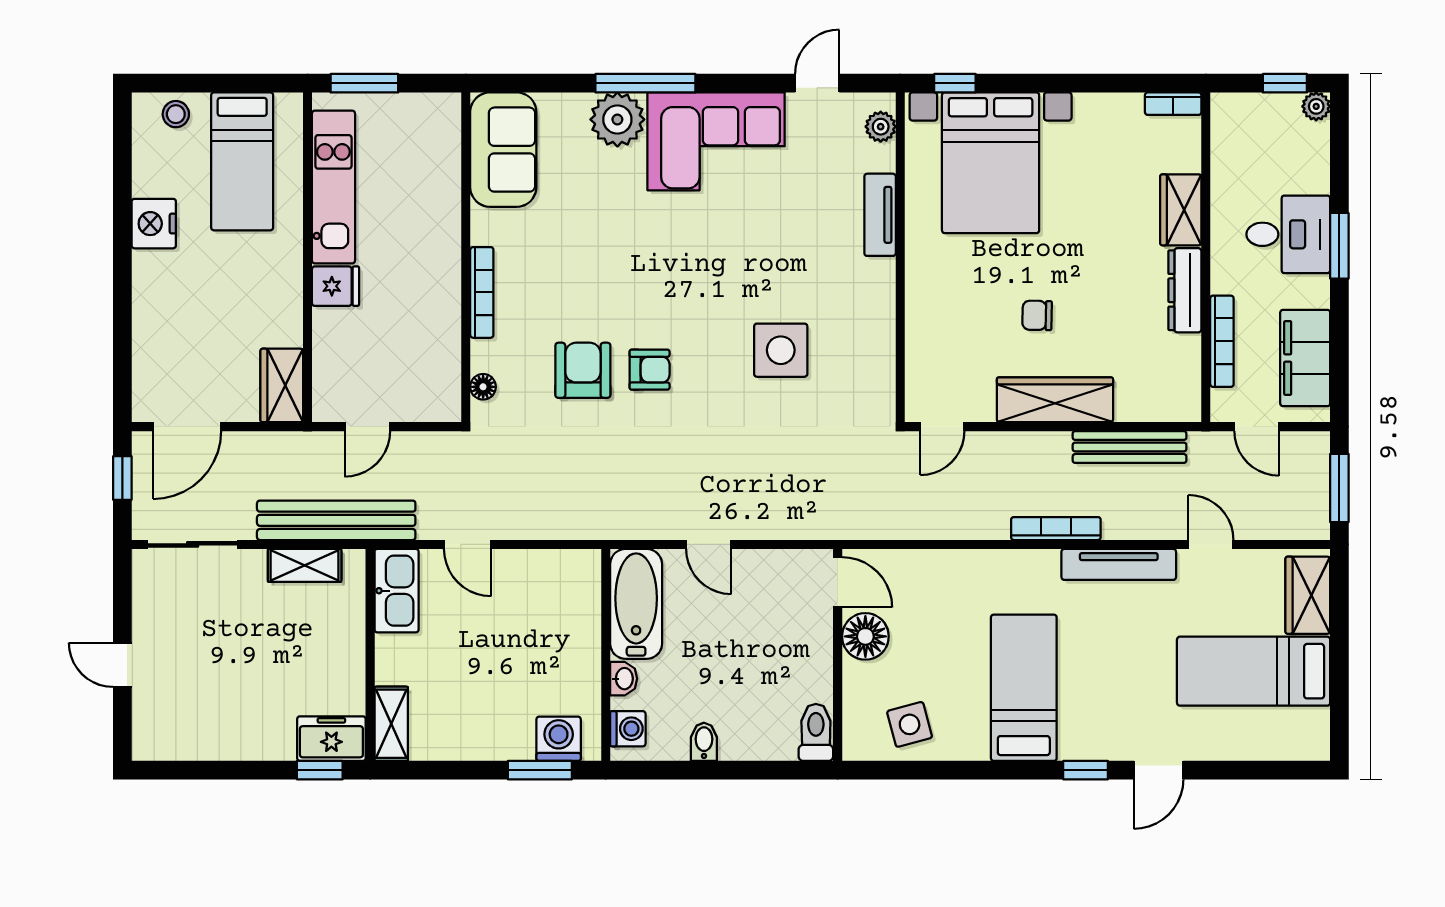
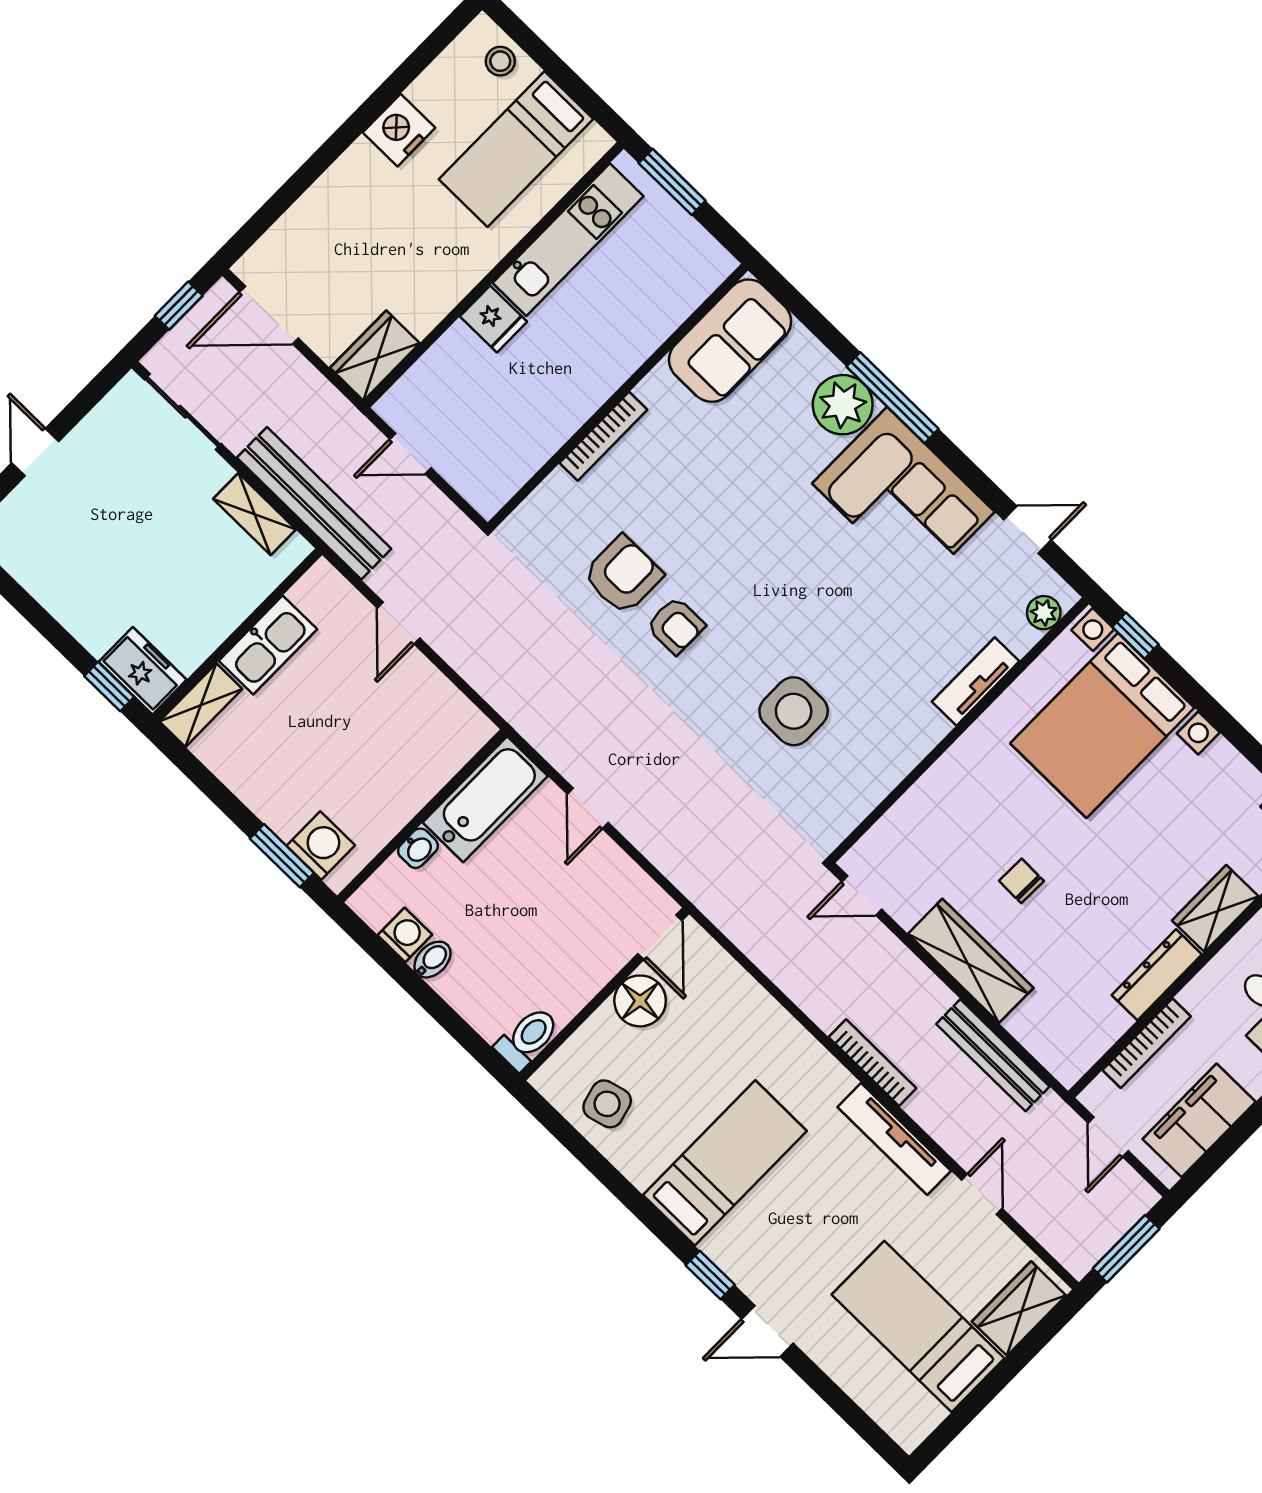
floor lamp: (483, 387) -> (532, 511), removed
kitchen sink: (397, 591) -> (268, 645), moved
washing machine: (628, 729) -> (405, 935), moved, turned -90

